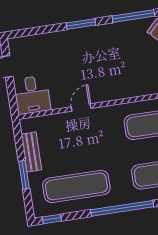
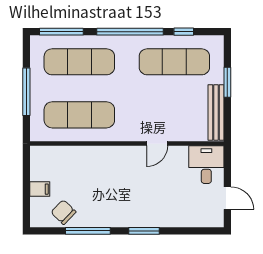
bench: (31, 152) -> (216, 112), width x1.36
window: (52, 219) -> (184, 32), moved

